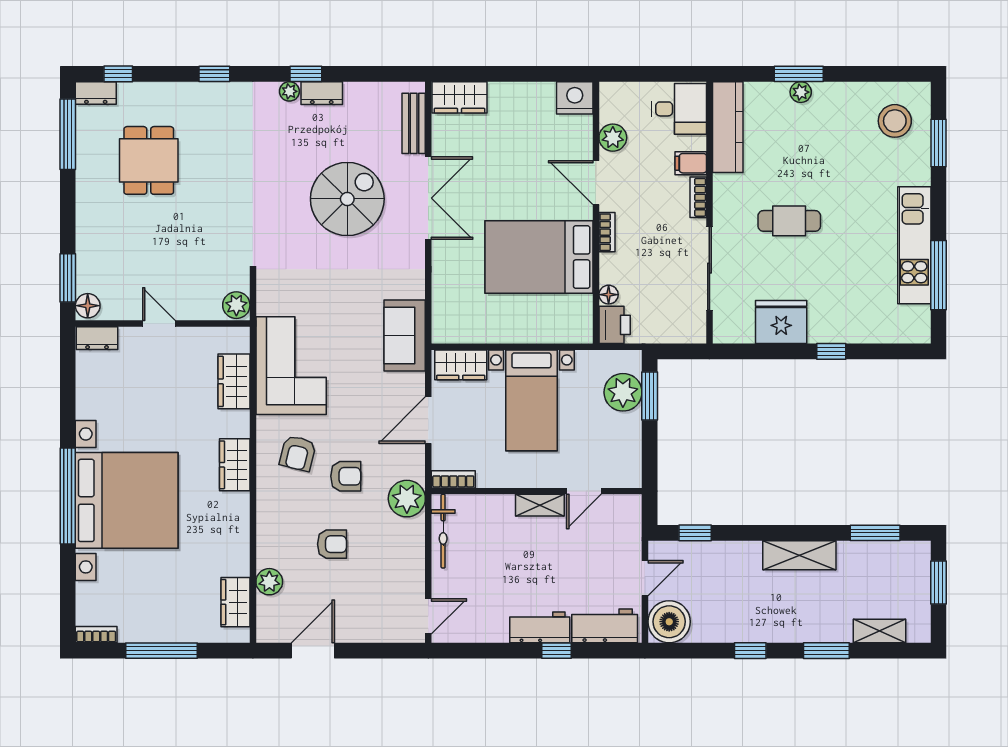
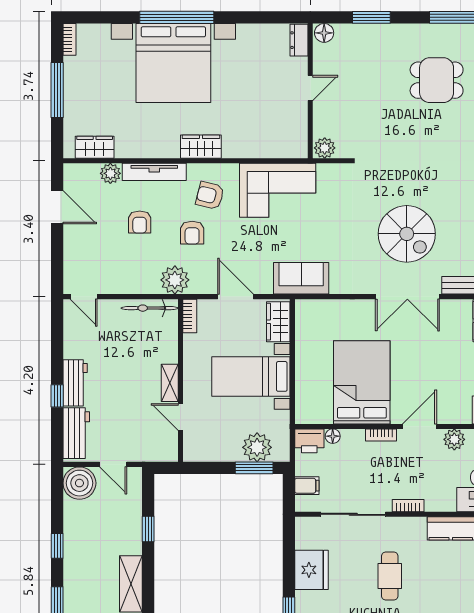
filing cabinet: (691, 163) -> (307, 486), moved, turned 90
window: (68, 278) -> (371, 17), moved
wardrobe: (234, 381) -> (266, 146), removed
tv unit: (267, 525) -> (154, 172), added
window: (695, 533) -> (148, 529), moved

